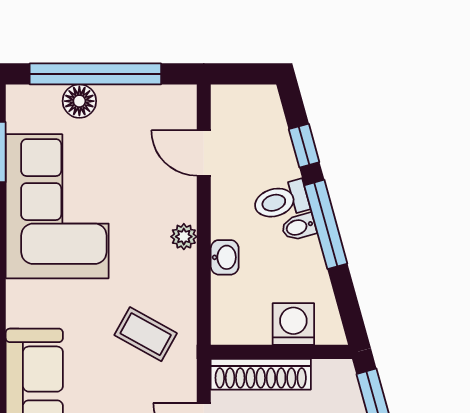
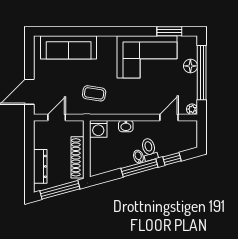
plant: (184, 237) -> (192, 109), moved
washing machine: (293, 324) -> (98, 129), moved, turned 90
coffee table: (146, 334) -> (94, 93), turned 70
shoe rack: (261, 374) -> (78, 157), moved

